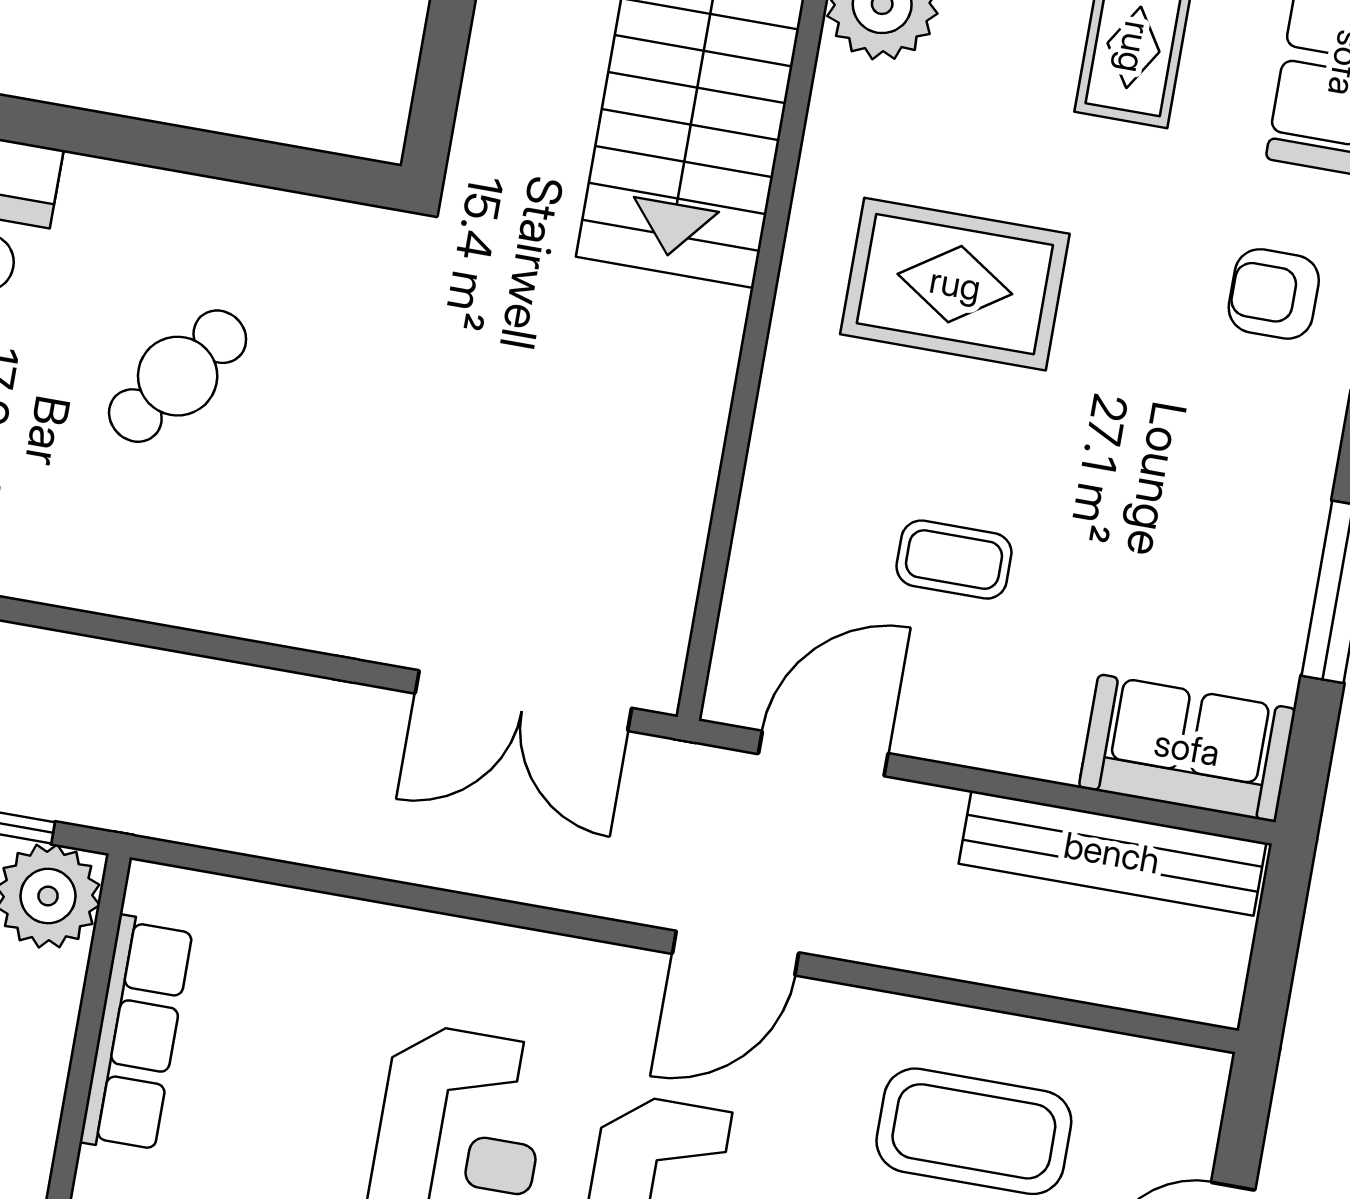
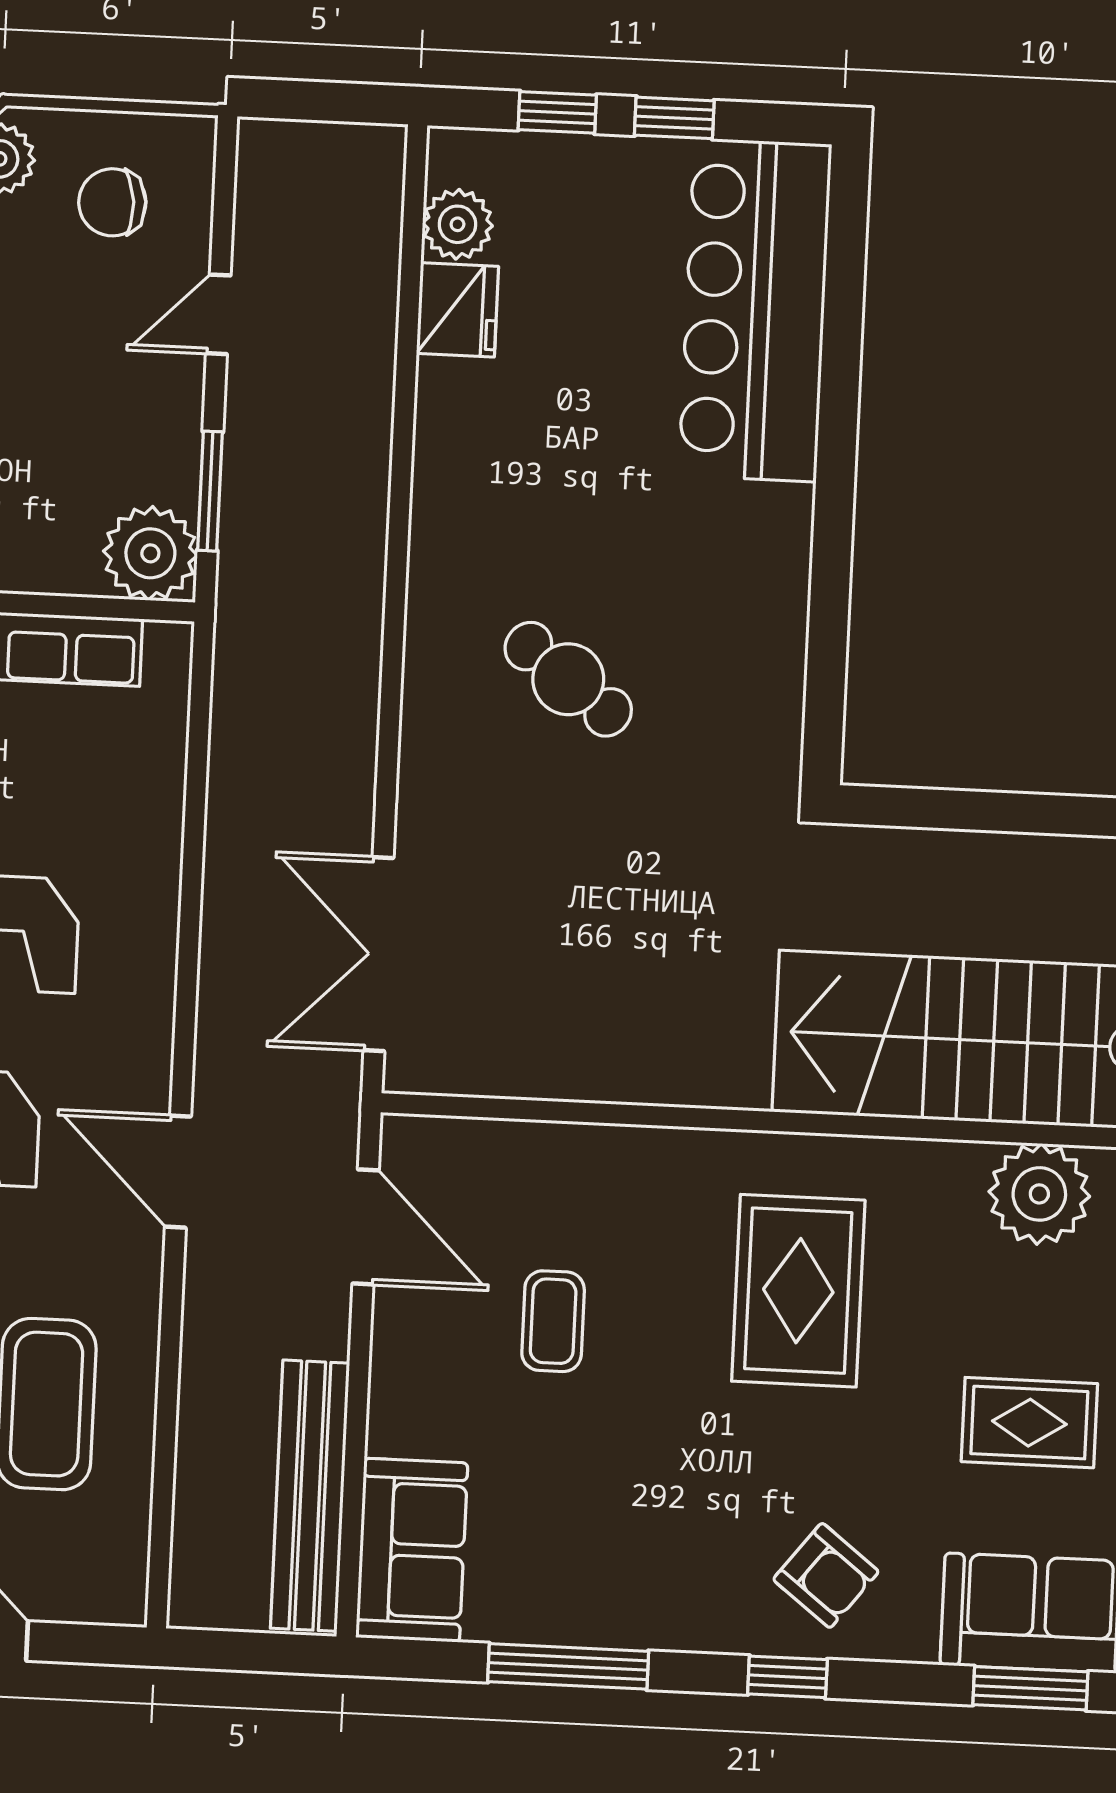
armchair: (1274, 294) -> (826, 1575), turned 128
cafe table: (178, 376) -> (568, 679), moved

